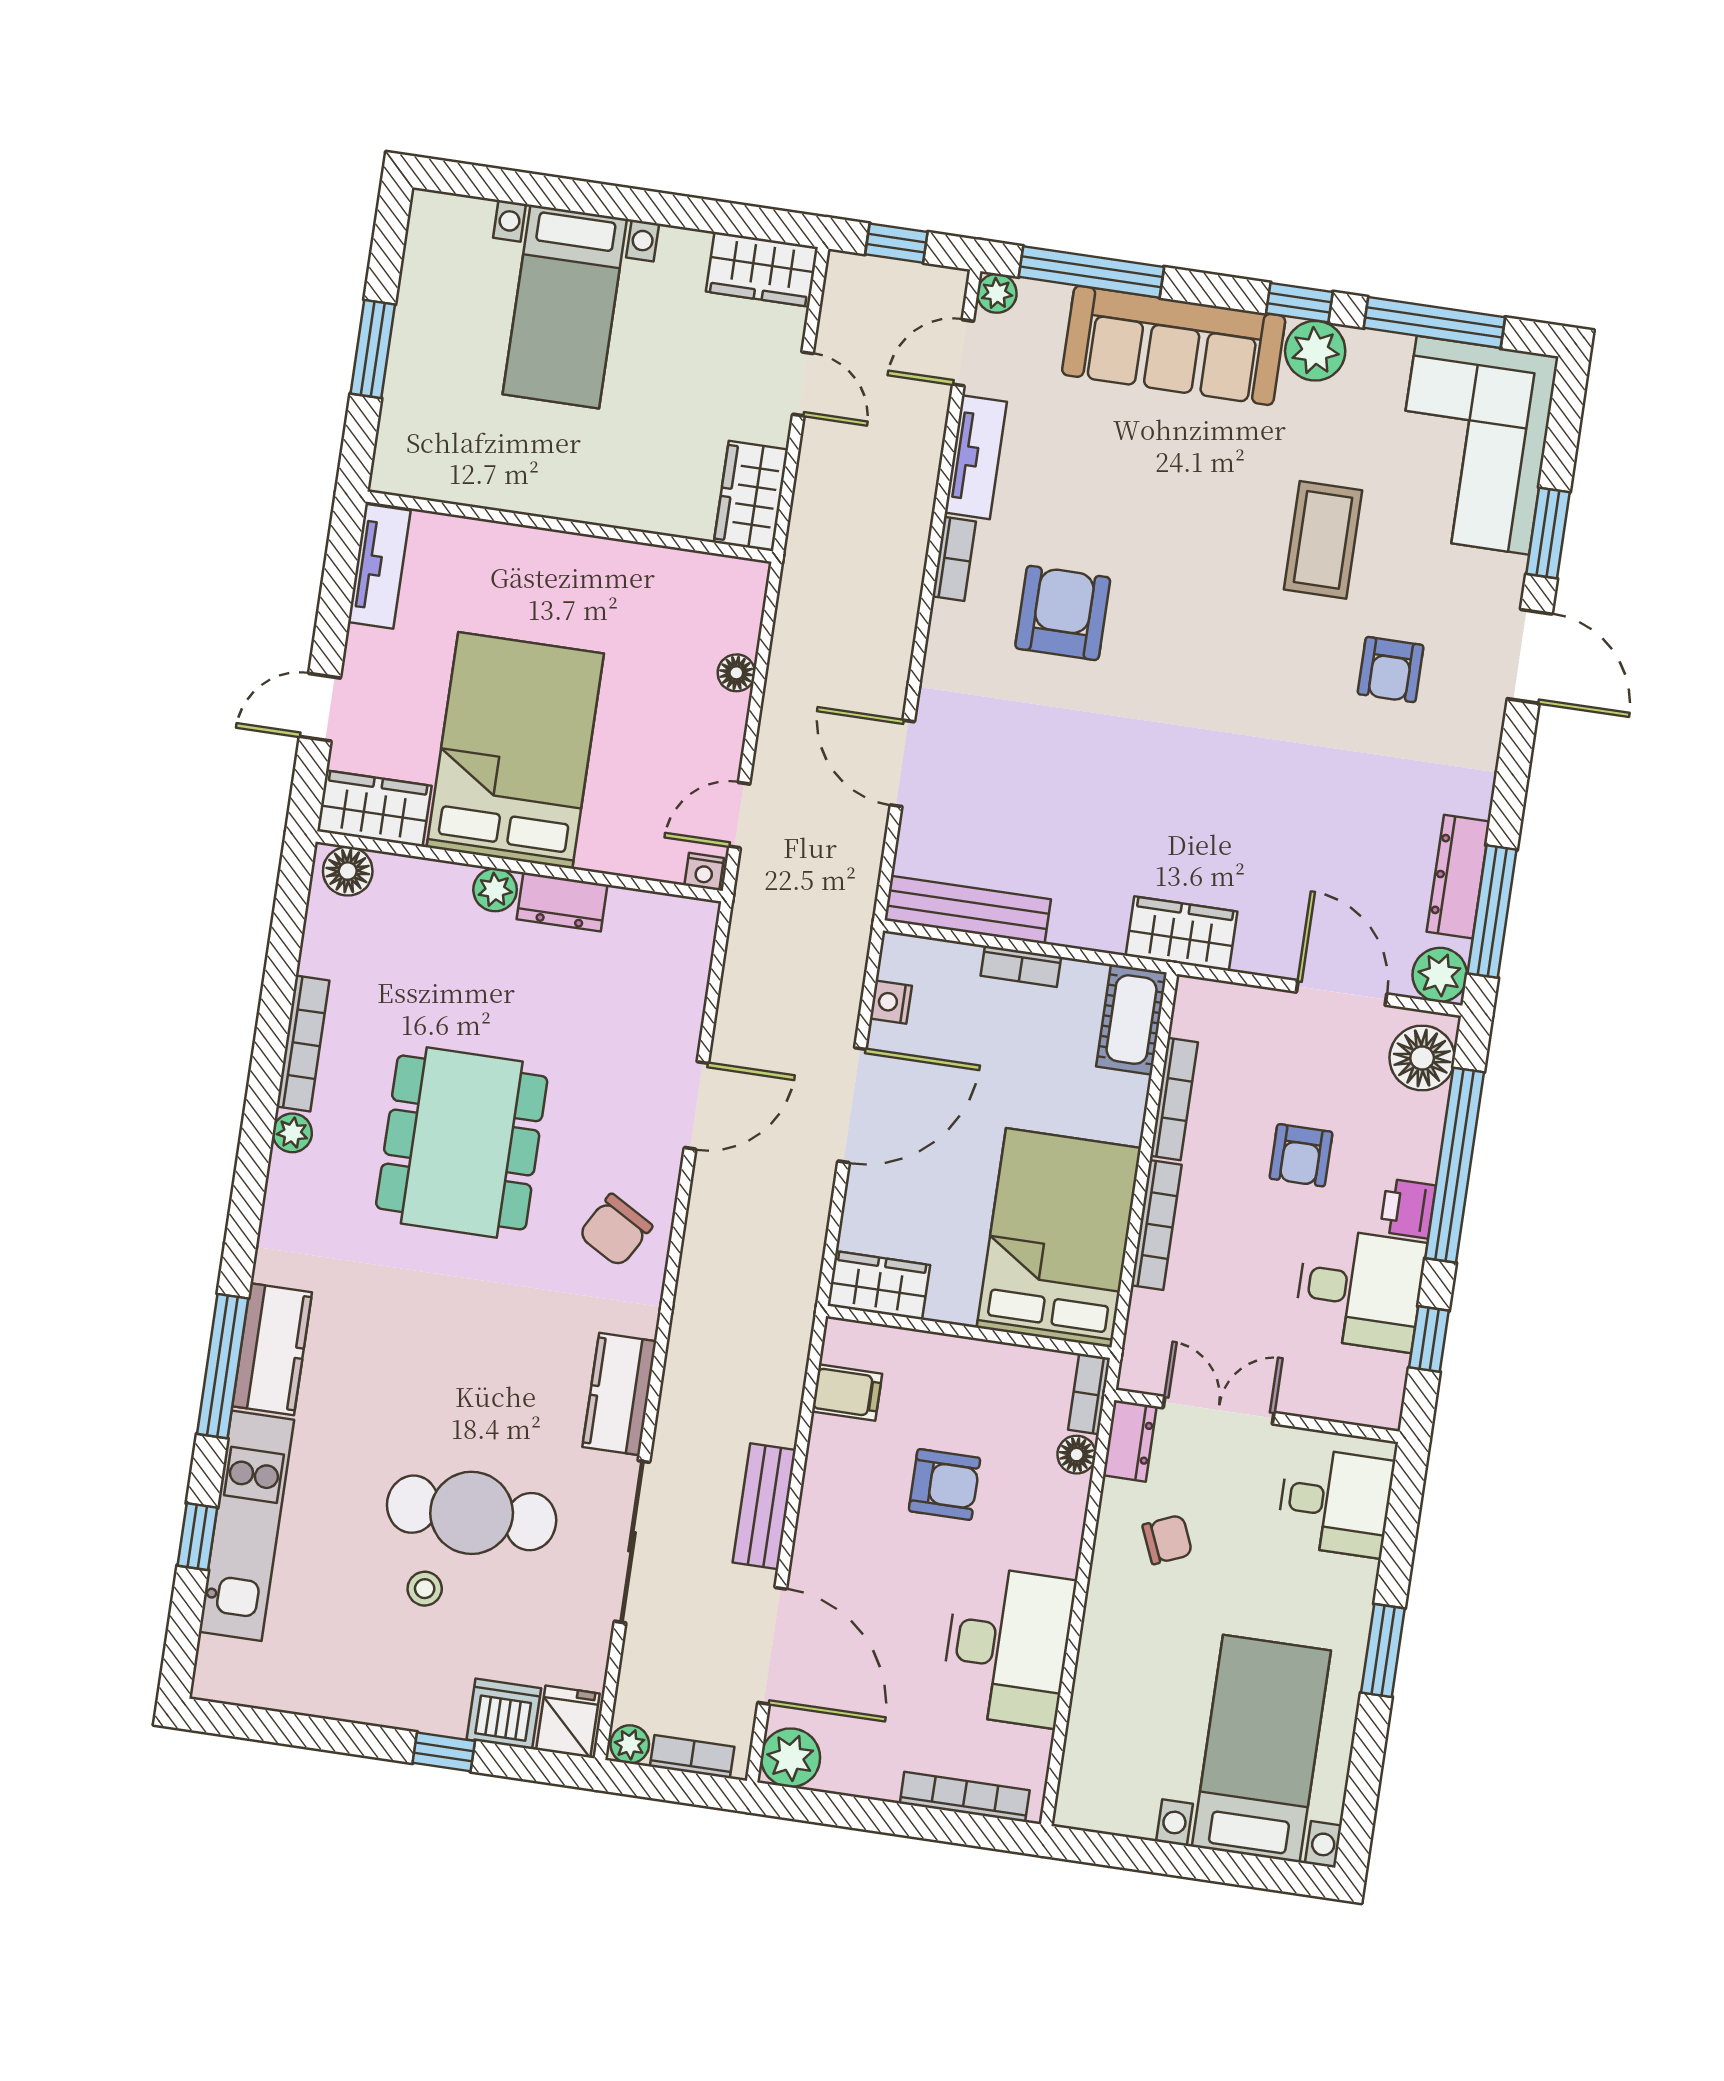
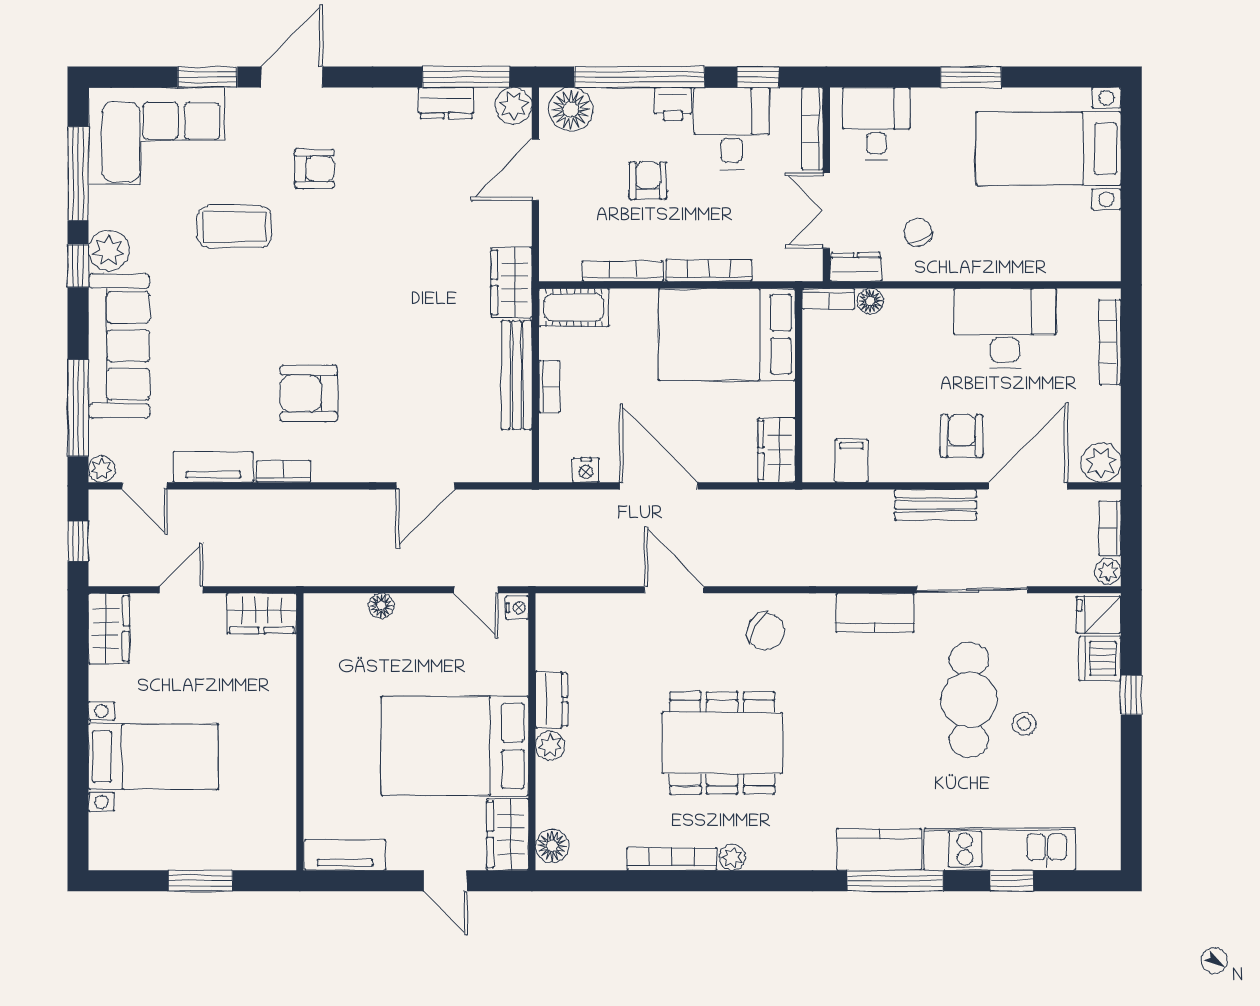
dresser: (1458, 877) -> (446, 103), width x0.70
bench: (968, 910) -> (517, 375), moved
armchair: (1301, 1155) -> (648, 181), turned -90
bookcase: (1342, 1407) -> (812, 129), added
armchair: (944, 1485) -> (962, 436), moved

